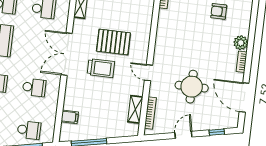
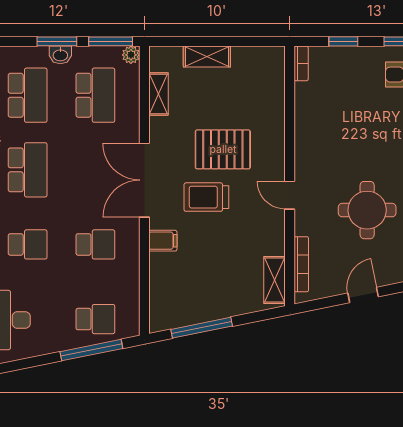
trolley: (101, 68) -> (206, 197), turned 180
shelving: (135, 109) -> (274, 280), moved
filing cabinet: (70, 117) -> (163, 241), moved

